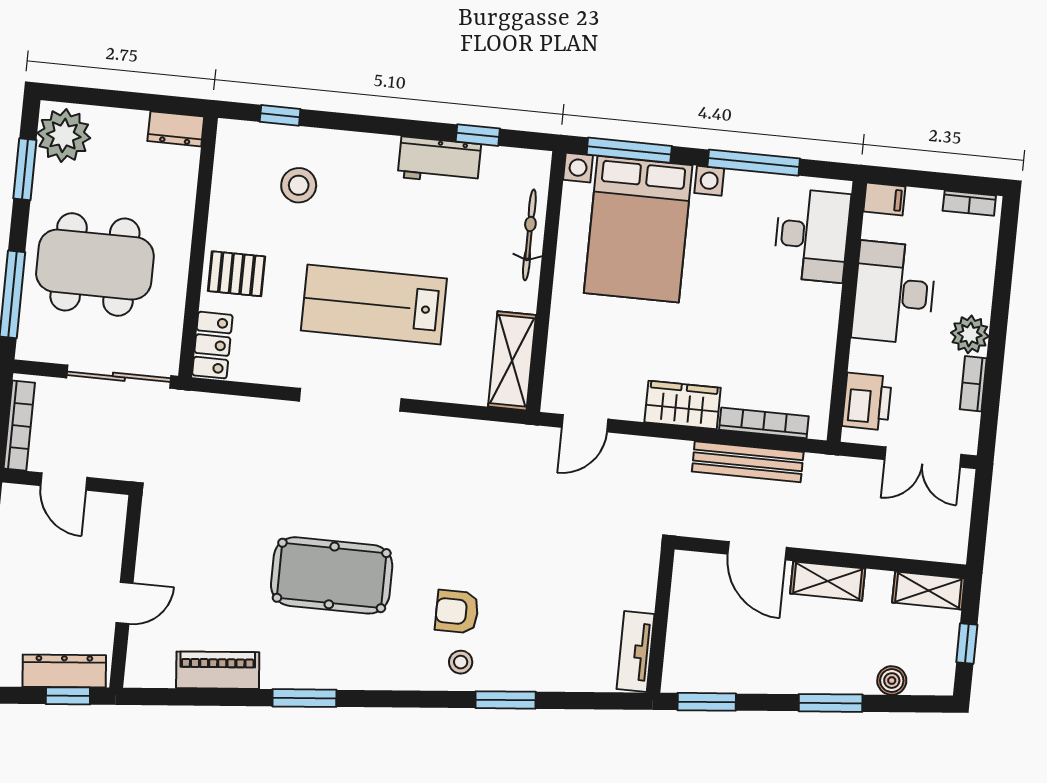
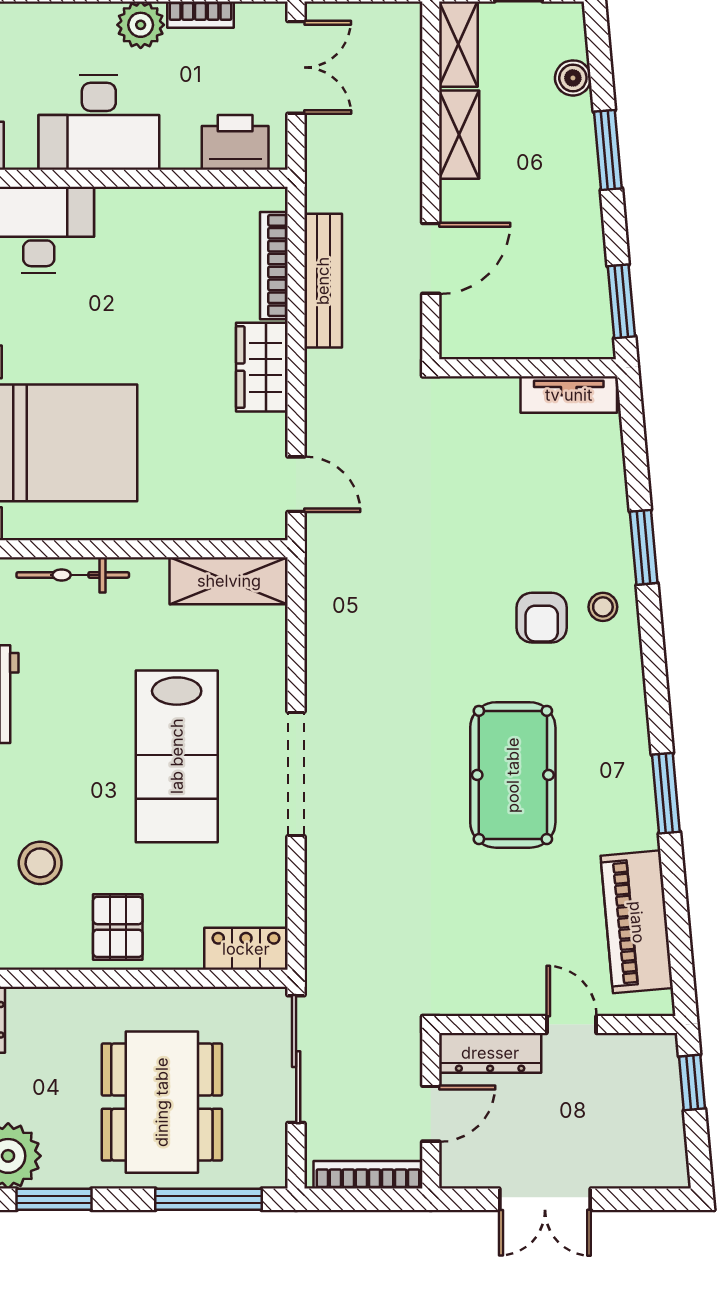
pallet: (237, 274) -> (118, 927), moved
shelving: (828, 581) -> (459, 135), moved
piano: (218, 670) -> (637, 922), width x1.37, depth x1.33
dresser: (64, 671) -> (490, 1053), moved, turned -85

